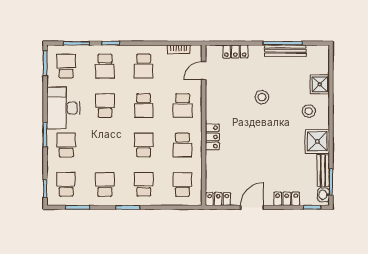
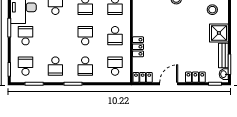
locker: (212, 137) -> (138, 47), moved
school desk: (105, 184) -> (55, 66), turned 180
school desk: (144, 184) -> (85, 66), turned 180

